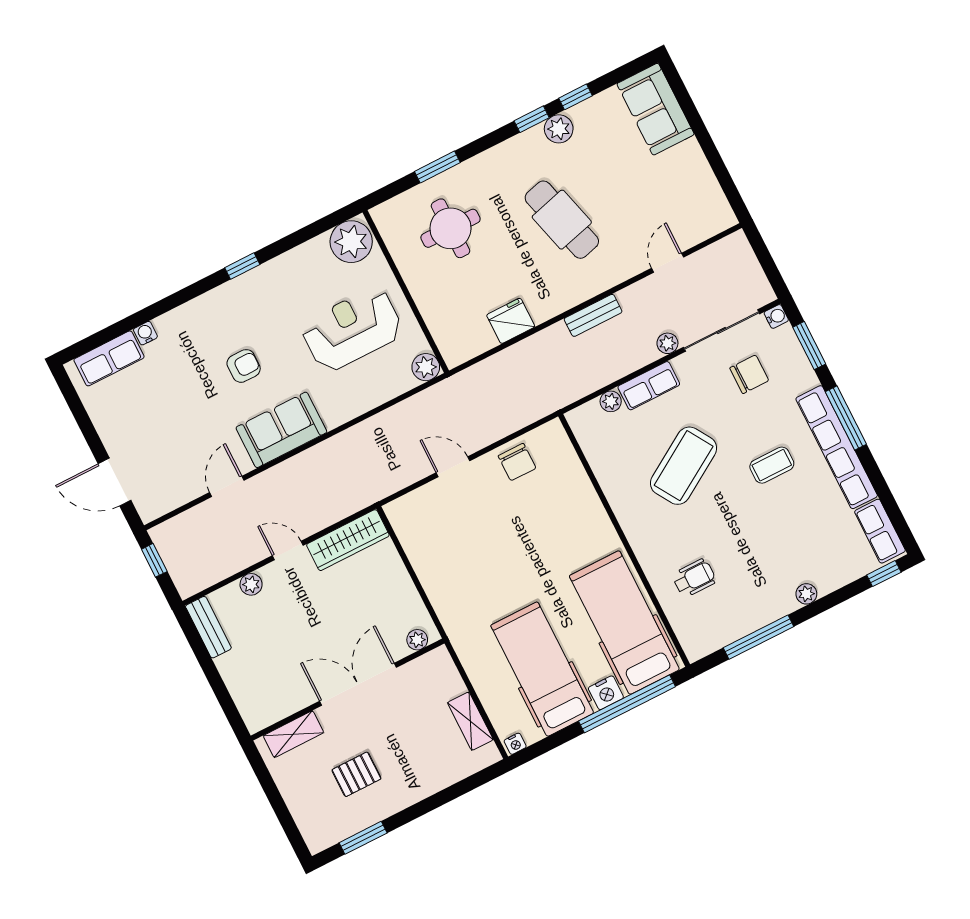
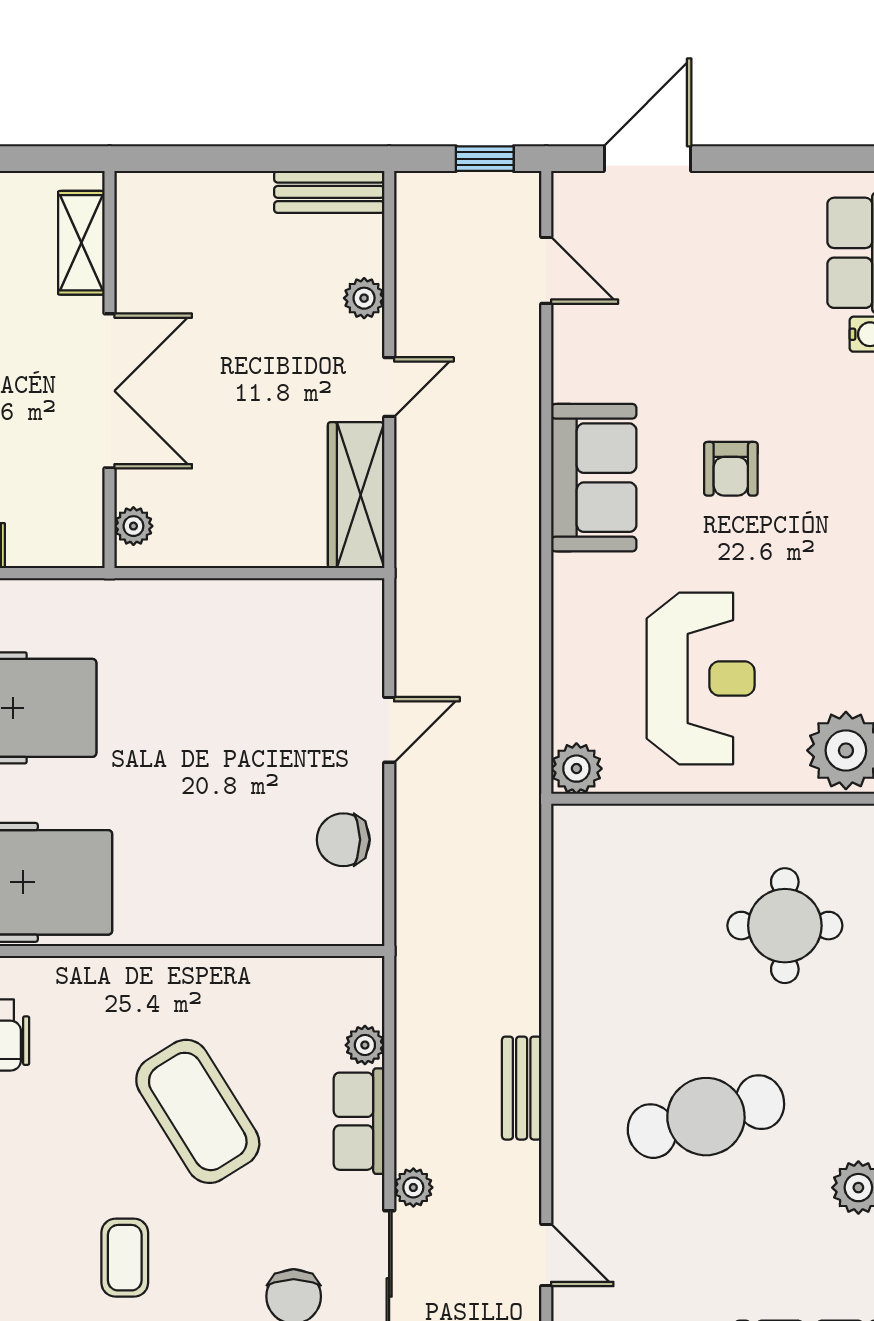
fridge: (511, 321) -> (582, 947), removed
door: (227, 486) -> (546, 270), moved

